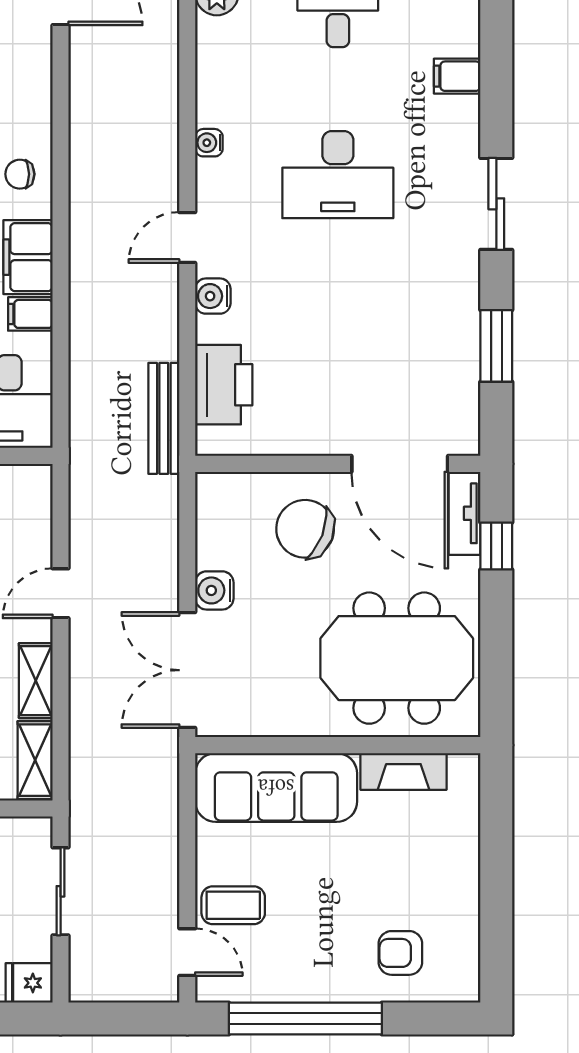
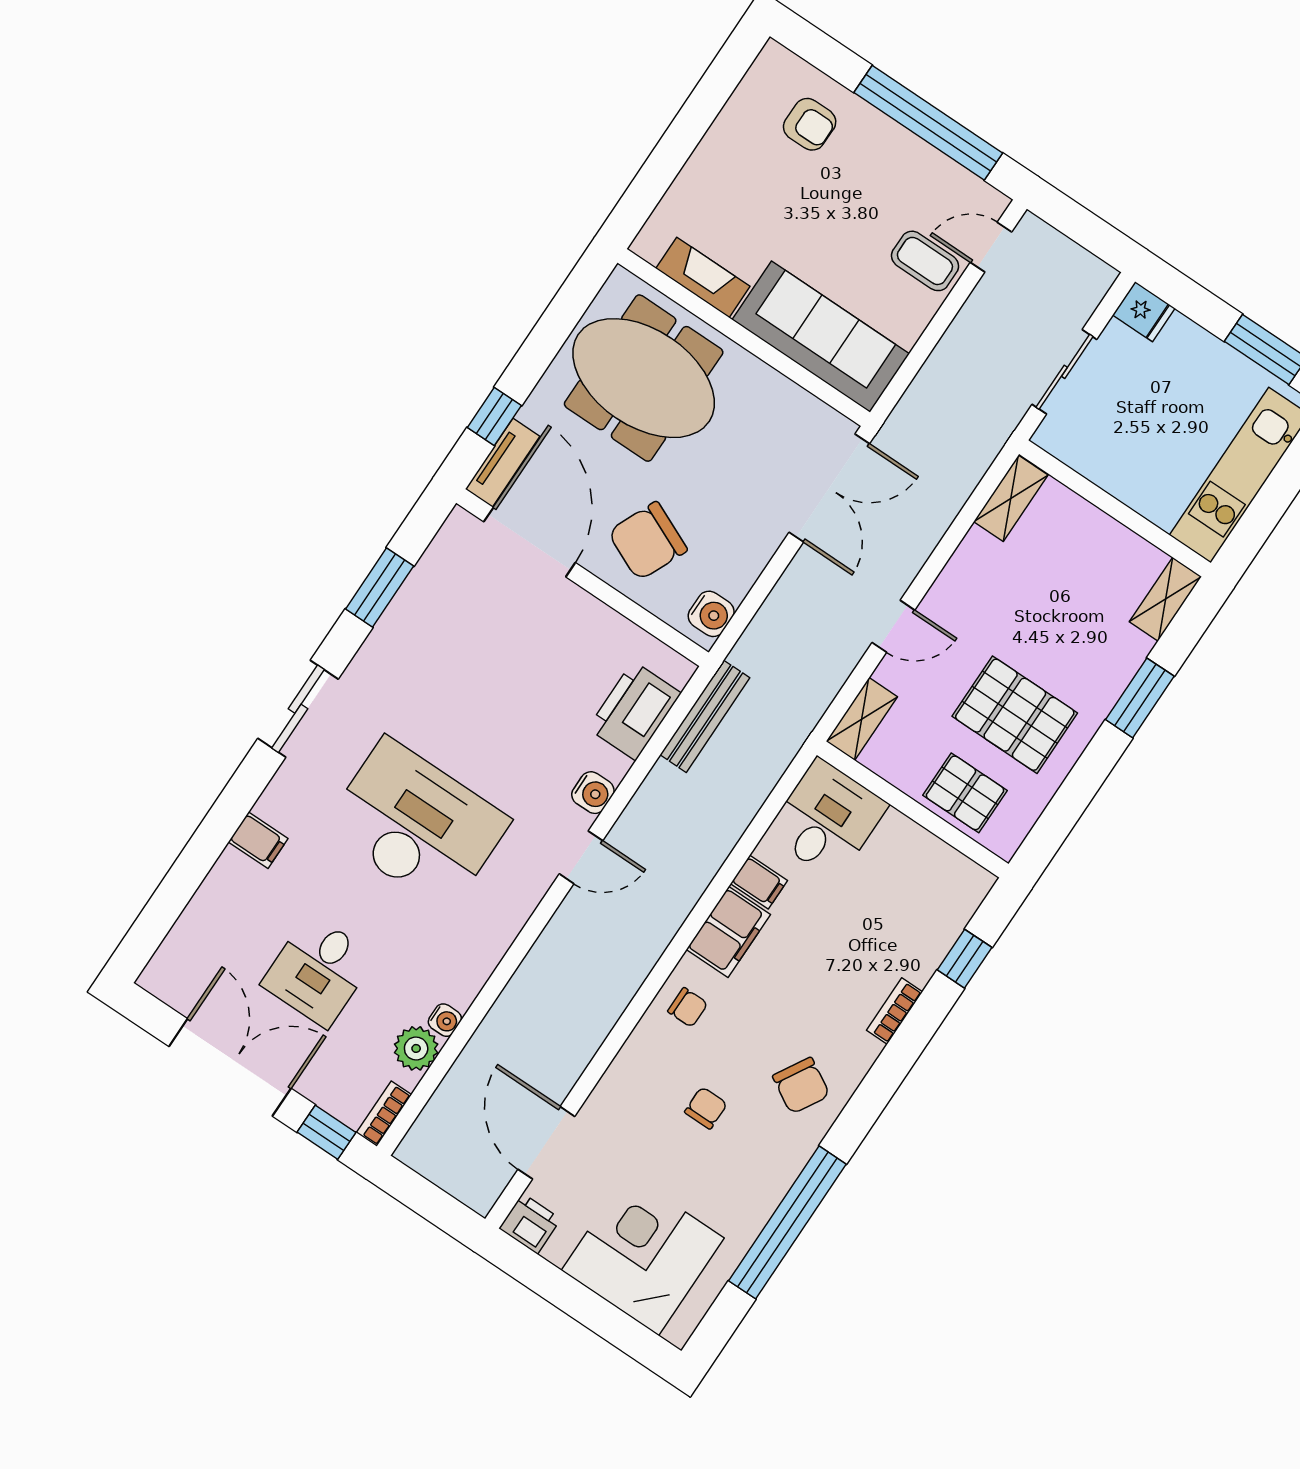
water cooler: (209, 143) -> (445, 1020), moved
desk: (338, 175) -> (417, 825), width x1.36, depth x1.30
chair: (305, 529) -> (648, 541), turned 93
water cooler: (214, 590) -> (711, 614), moved
shelving: (36, 681) -> (862, 719), moved
door: (187, 952) -> (991, 247), hinge flipped

